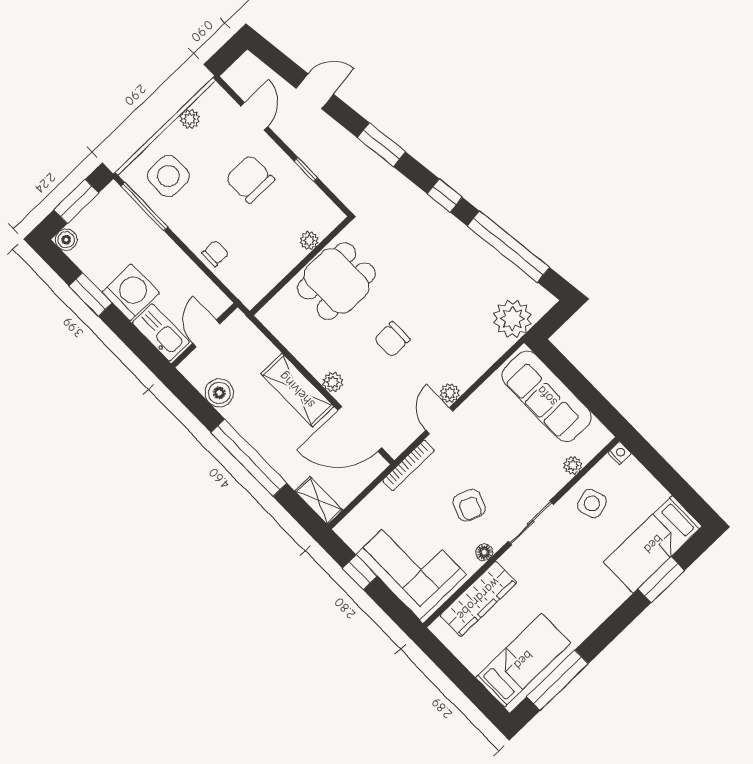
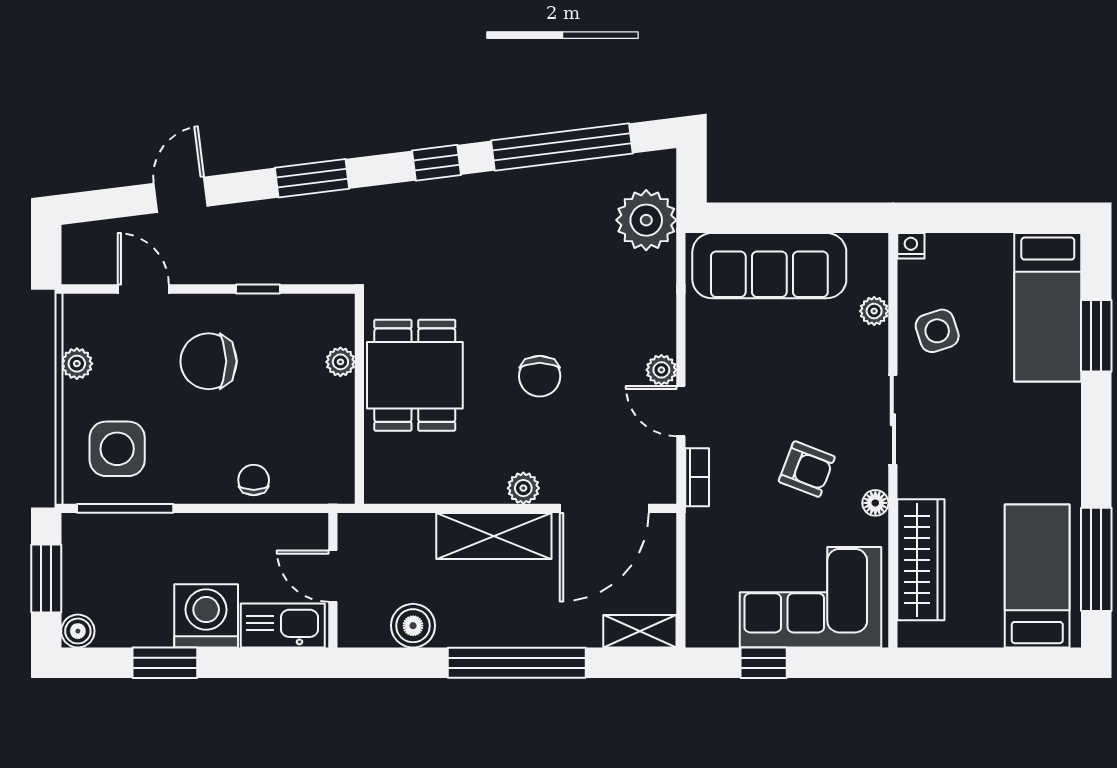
bookcase: (408, 465) -> (697, 477), width x0.64

